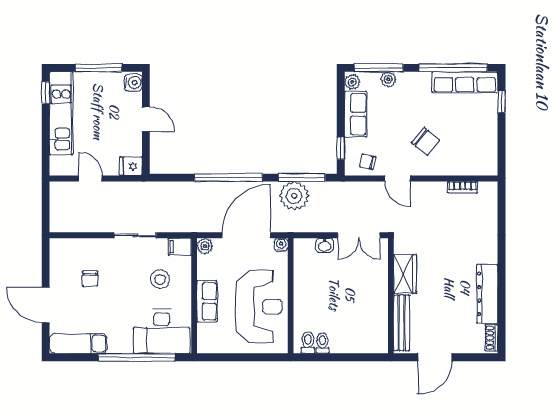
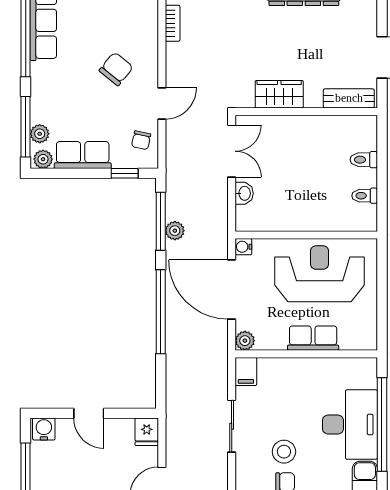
plant: (388, 79) -> (40, 134), moved
door: (146, 119) -> (89, 413), swing flipped
plant: (294, 196) -> (175, 231), width x0.53, depth x0.53
stool: (160, 279) -> (284, 452), moved
bench: (402, 323) -> (349, 98), width x0.73
desk: (162, 331) -> (350, 424), moved
toilet: (308, 342) -> (364, 160), moved

